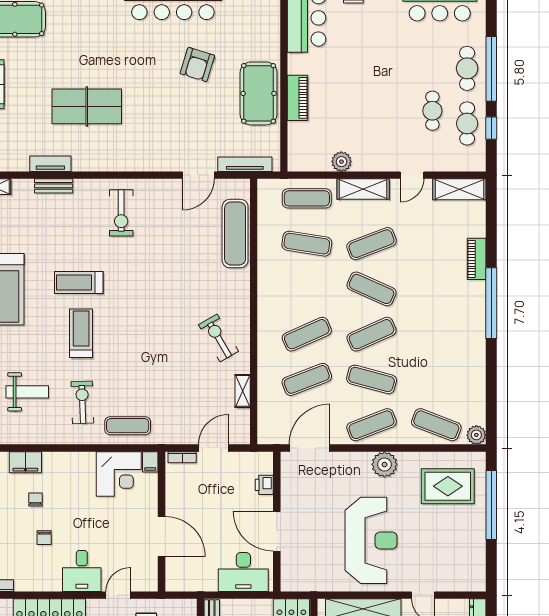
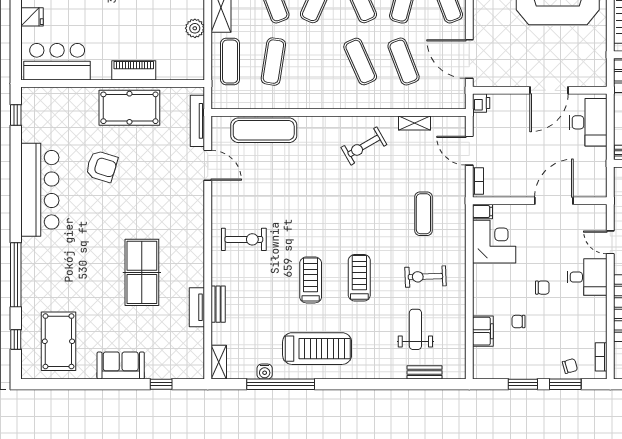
treadmill: (79, 282) -> (311, 280), turned 180
treadmill: (81, 333) -> (359, 278), turned 90
exercise mat: (128, 426) -> (423, 214), moved
printer: (264, 485) -> (481, 103), moved, turned -90
chair: (44, 538) -> (542, 288), moved

